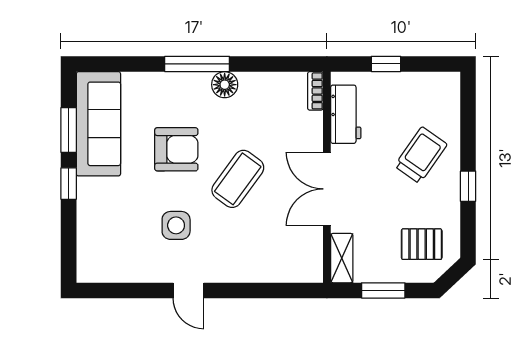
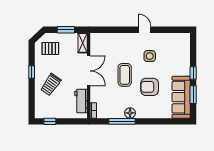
window: (197, 64) -> (122, 121), moved
window: (386, 64) -> (50, 121), moved
coffee table: (238, 179) -> (125, 75), turned -36

